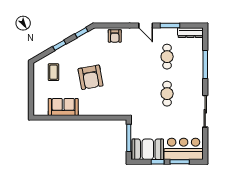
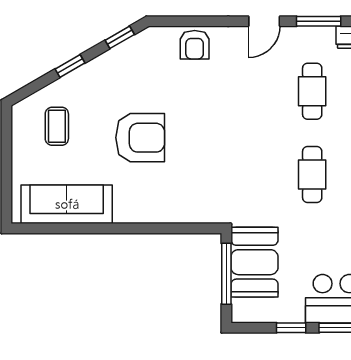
door: (146, 25) -> (264, 21), hinge flipped
armchair: (91, 77) -> (140, 138), turned -80
sofa: (63, 107) -> (67, 204), width x1.36
booth: (148, 149) -> (254, 262), moved, turned 90

